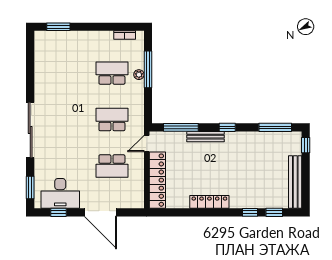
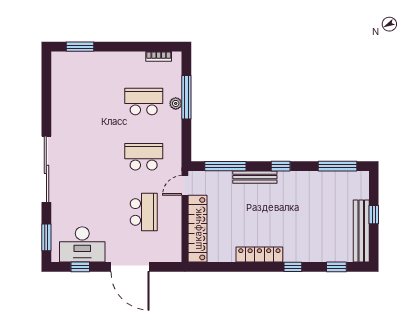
window: (306, 145) -> (374, 215), moved
school desk: (112, 166) -> (144, 212), turned -90
window: (250, 212) -> (293, 267), moved

